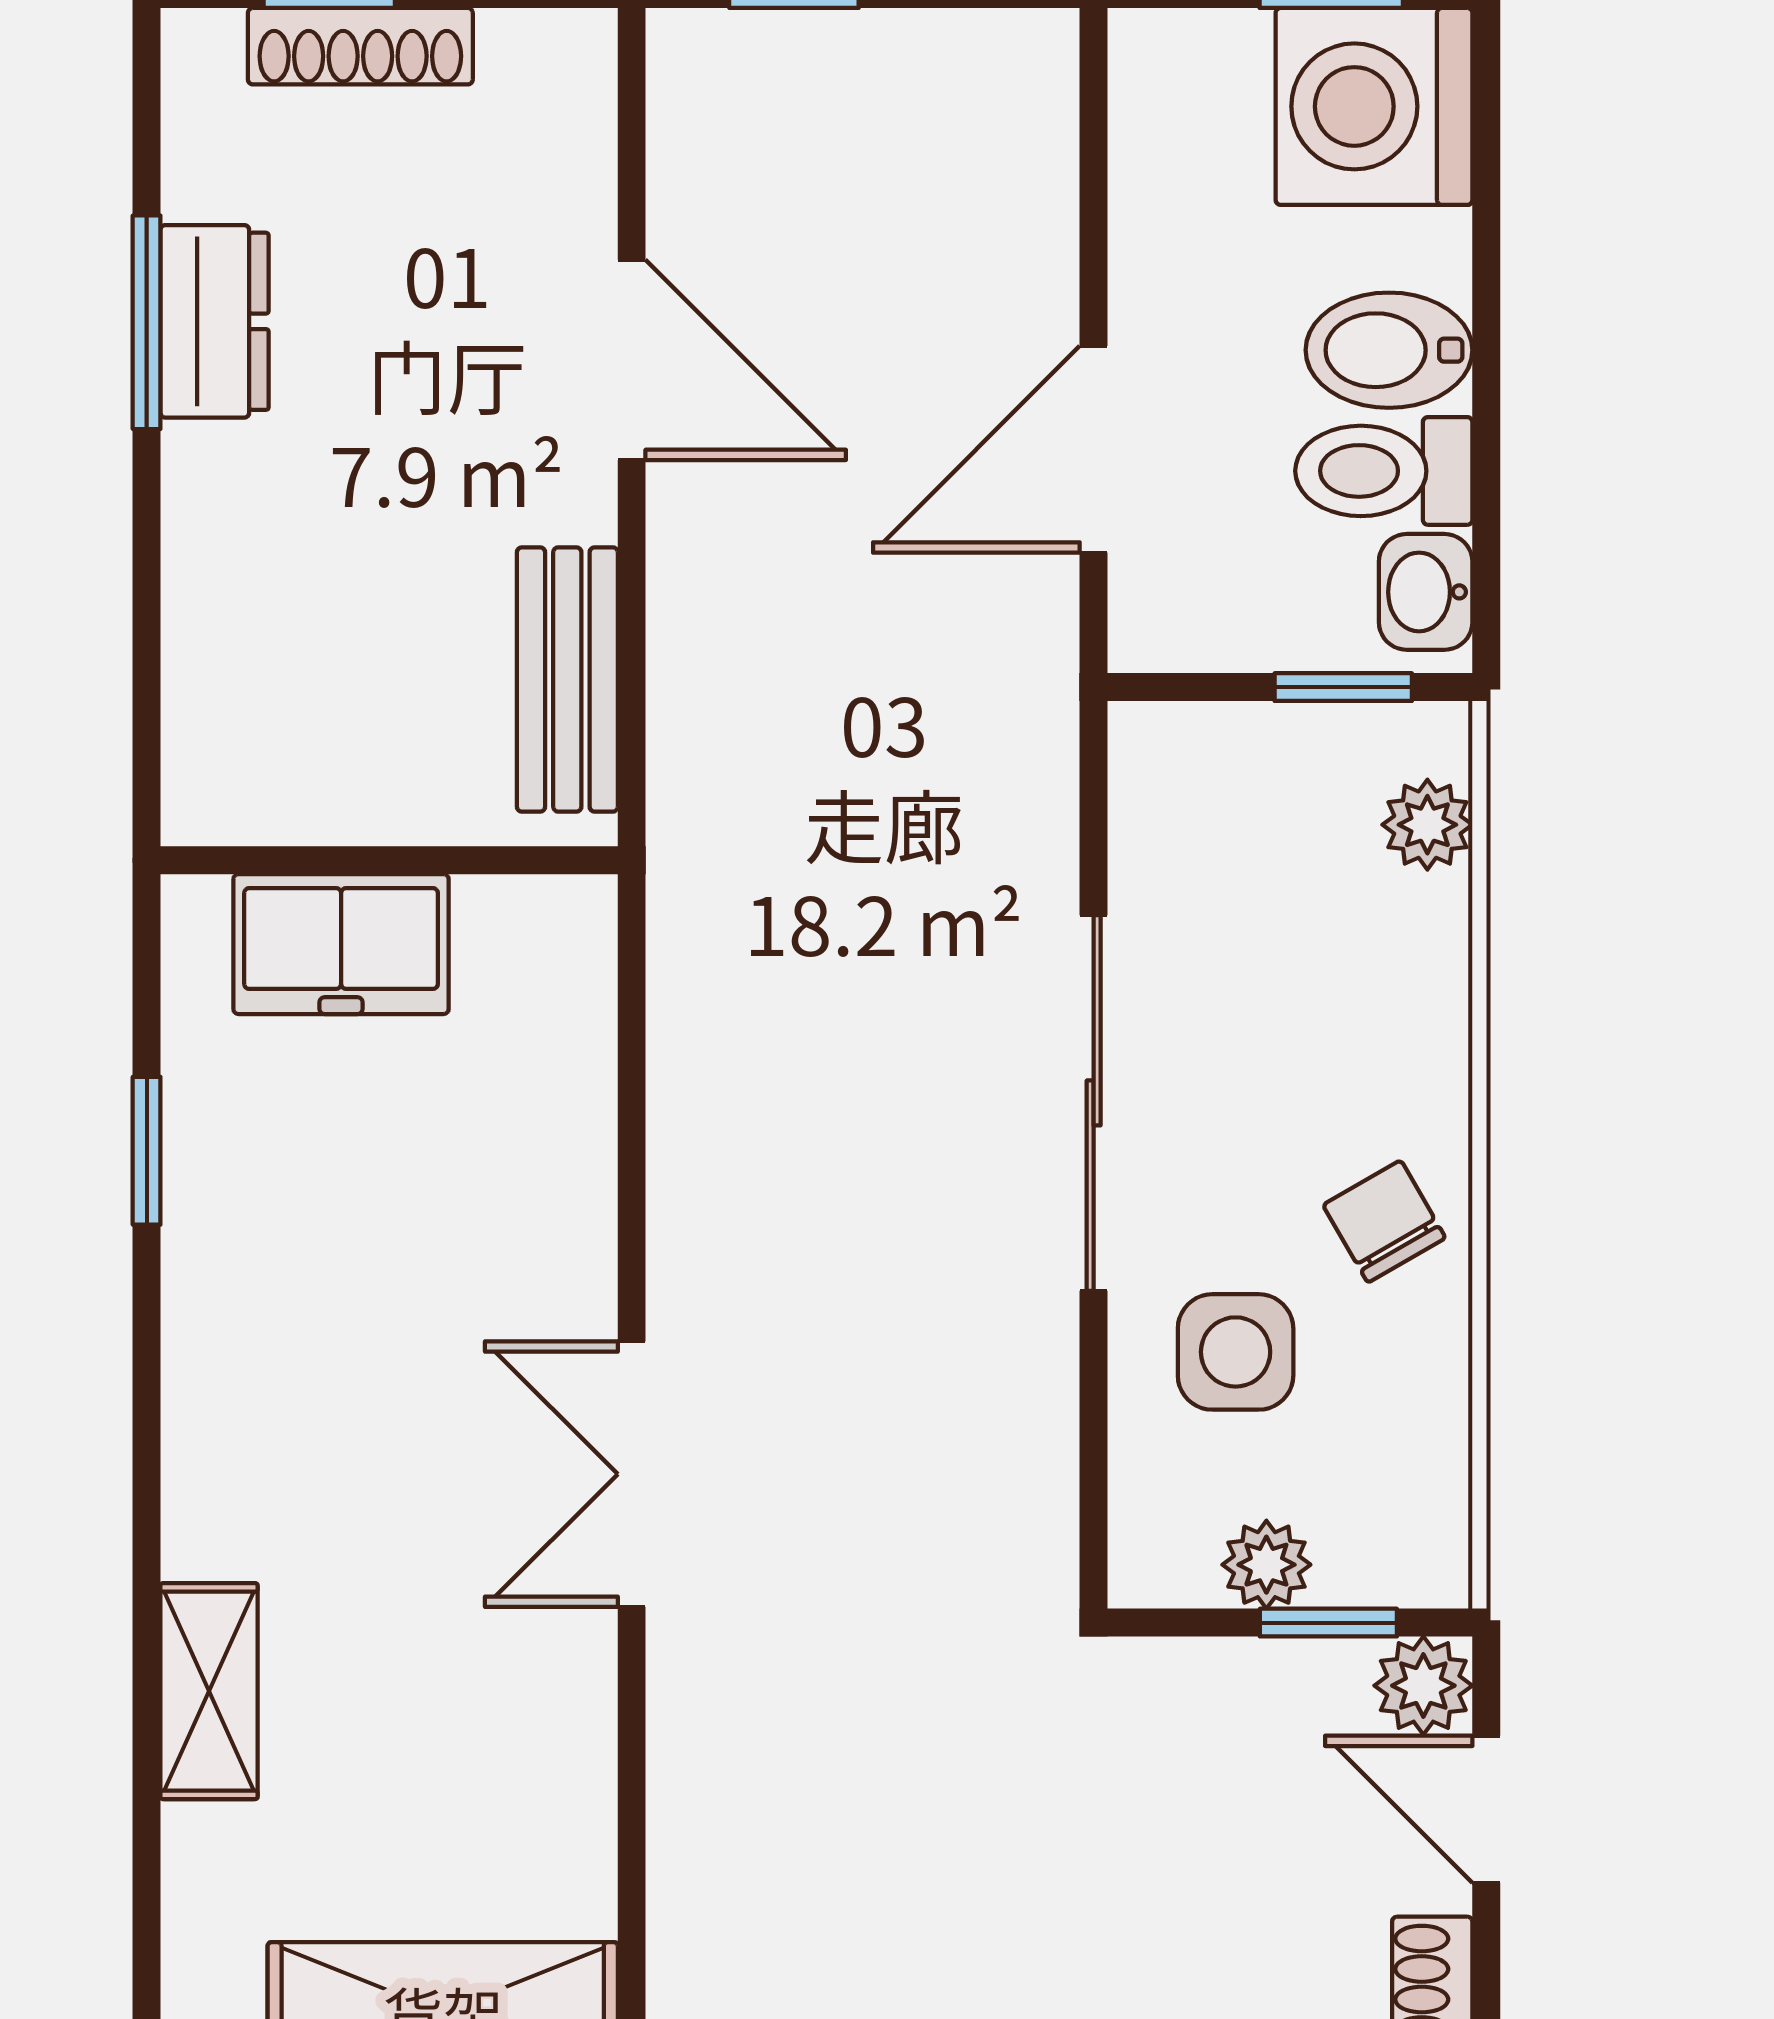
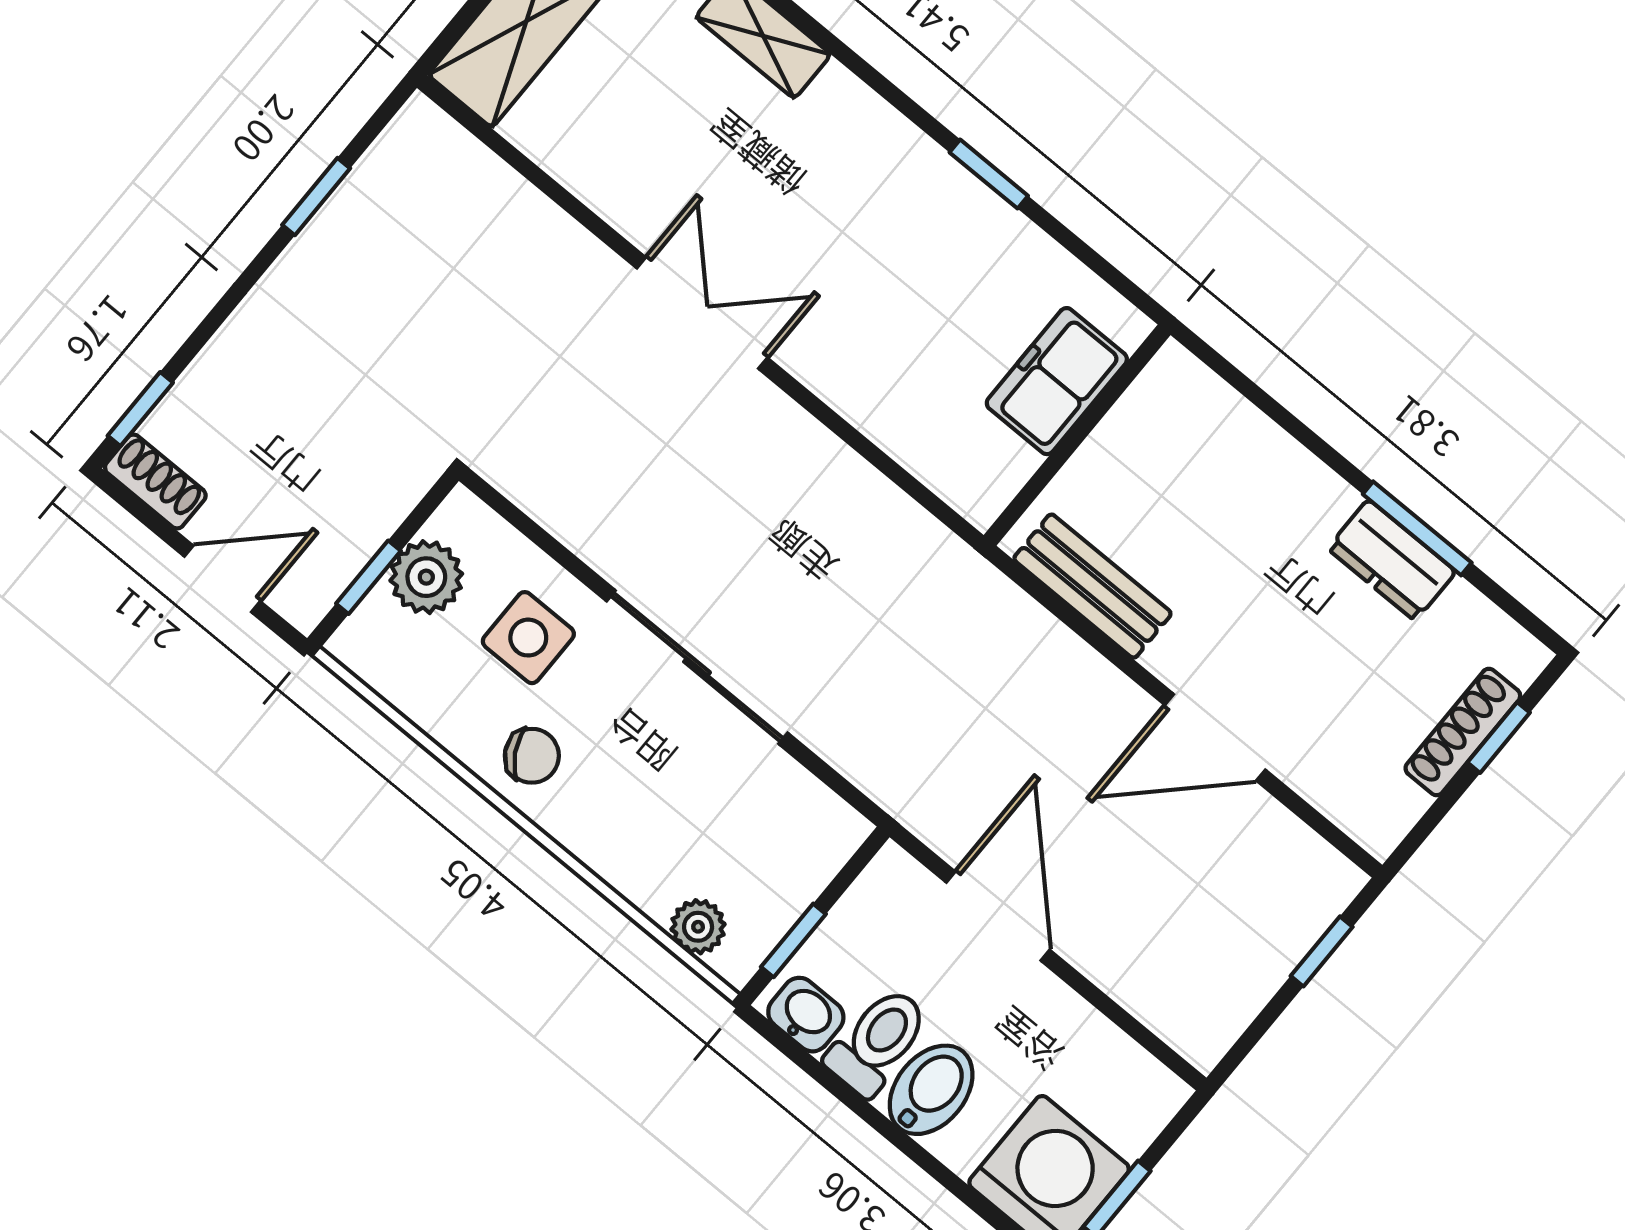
window: (147, 1151) -> (989, 174), moved
plant: (1266, 1565) -> (426, 577), width x1.38, depth x1.38
plant: (1423, 1686) -> (303, 597), removed

